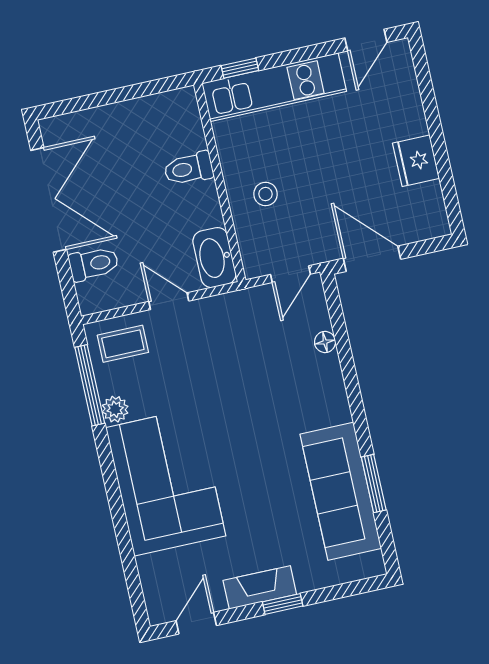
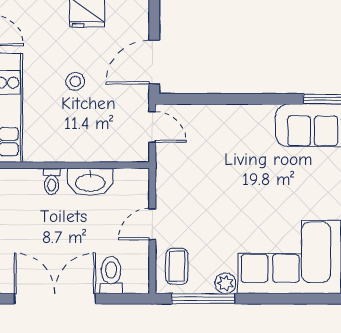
toilet: (189, 169) -> (52, 182), width x0.73, depth x0.72
stool: (266, 194) -> (75, 81), moved
washbasin: (214, 258) -> (90, 182), moved
floor lamp: (325, 342) -> (210, 112), removed

